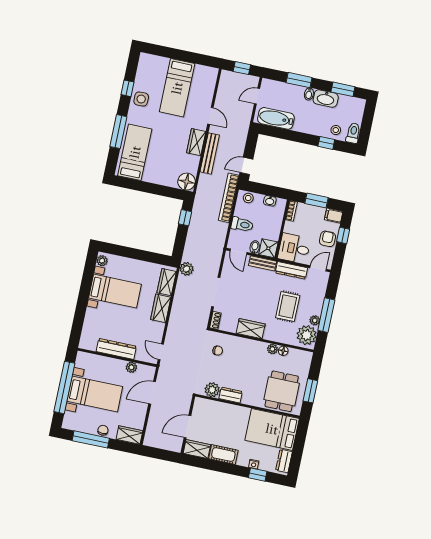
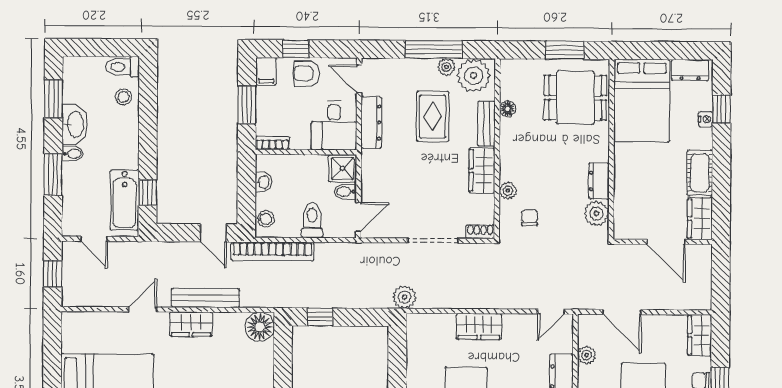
window: (326, 143) -> (148, 192), moved
bench: (263, 263) -> (486, 124), moved
wardrobe: (167, 282) -> (433, 326), removed
rug: (288, 307) -> (433, 116), turned 90
plant: (272, 349) -> (508, 191), moved

